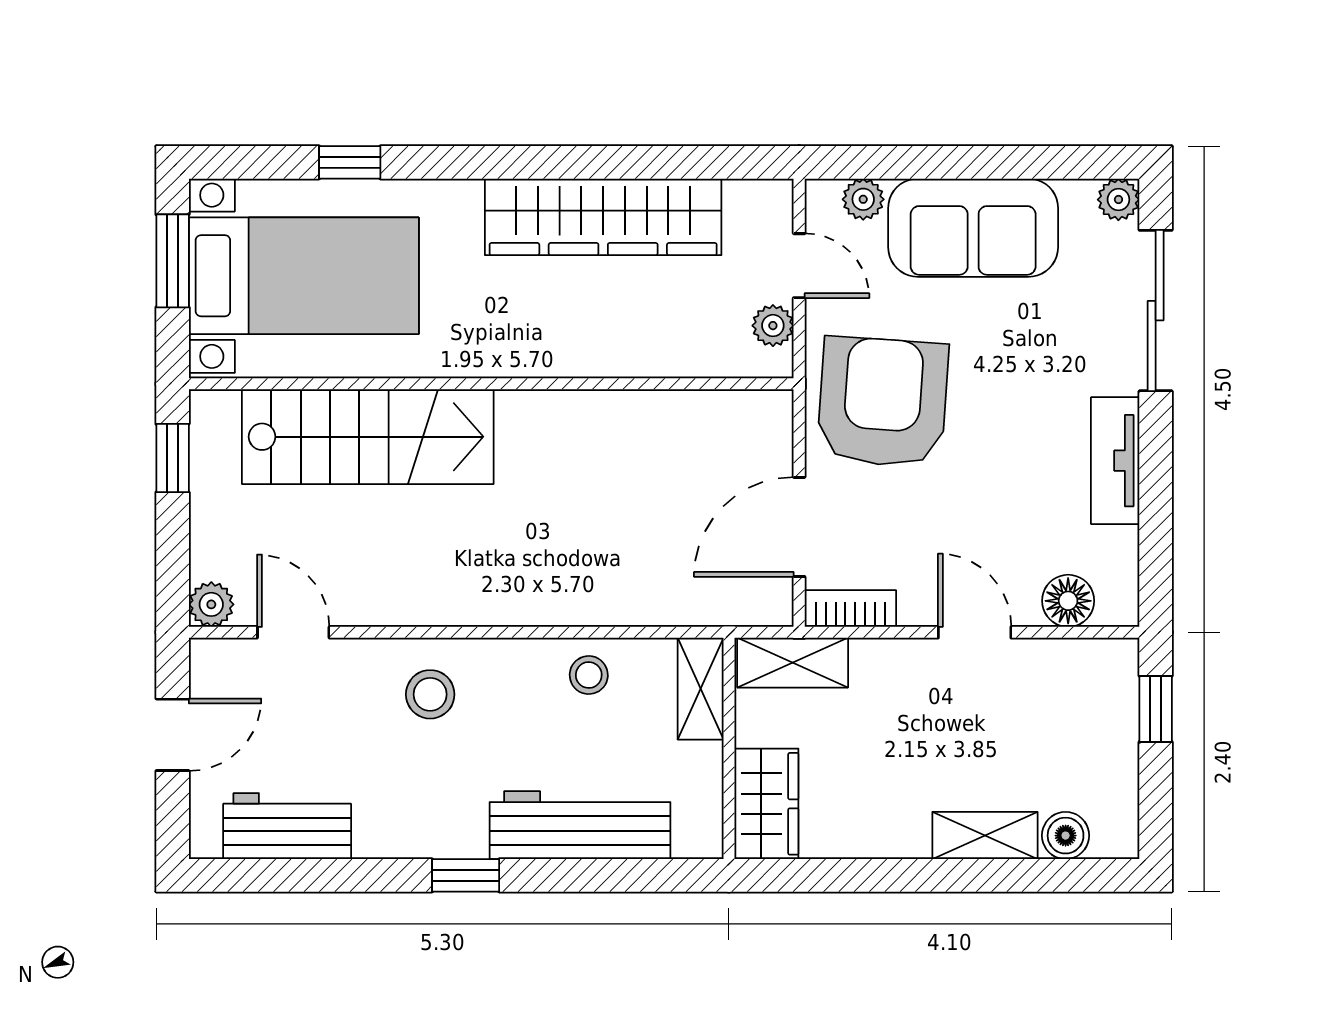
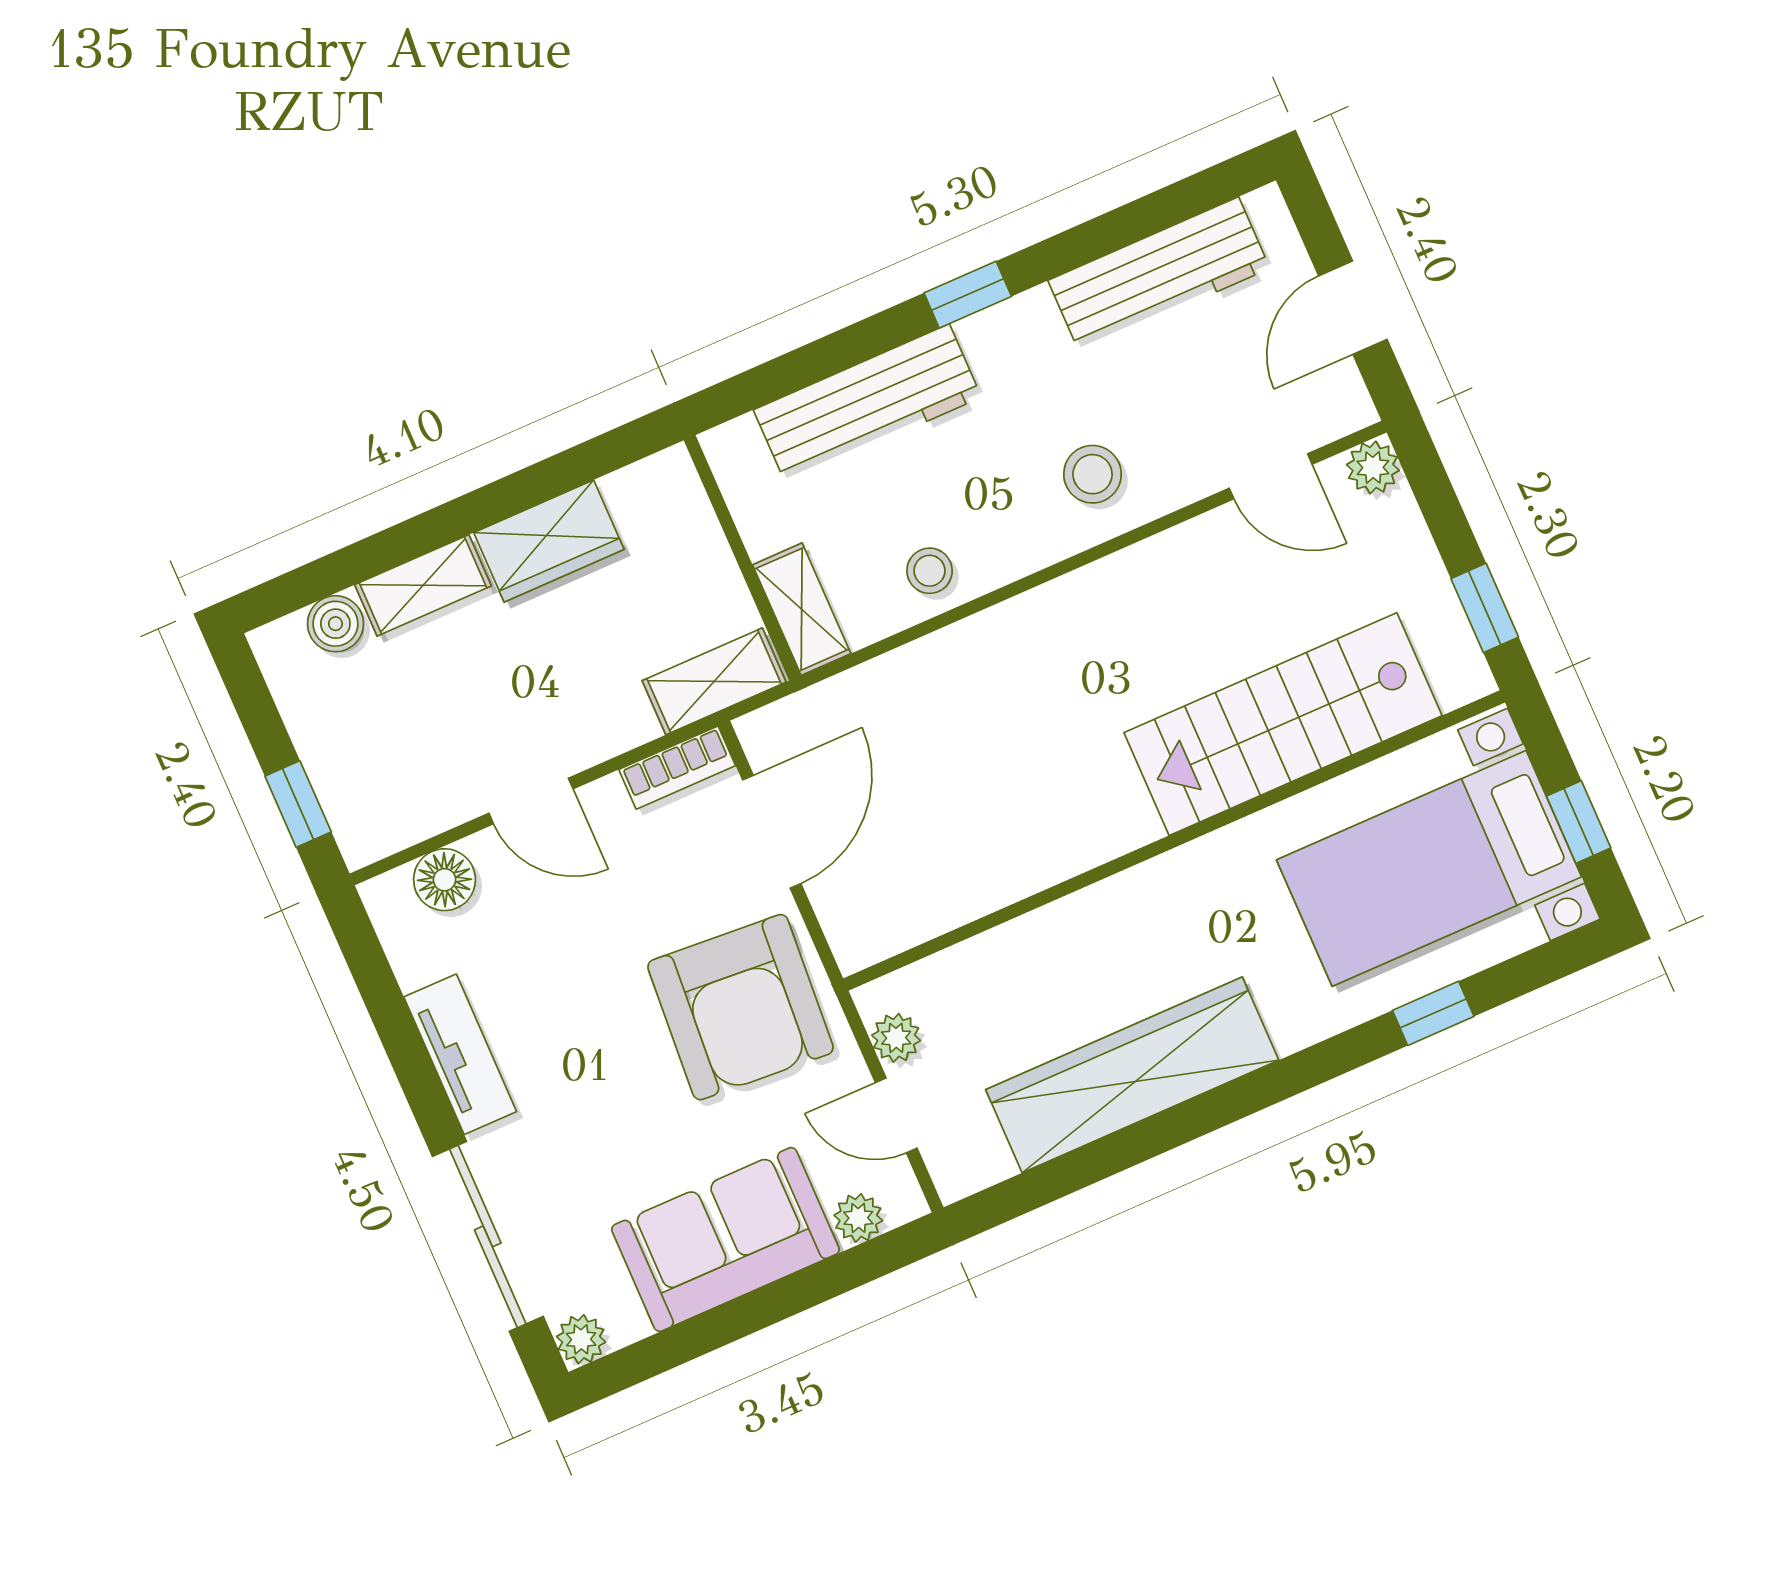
window: (173, 261) -> (1579, 822), width x0.67
wardrobe: (766, 804) -> (549, 541), moved, turned -90
workbench: (287, 826) -> (1159, 274), width x1.38

